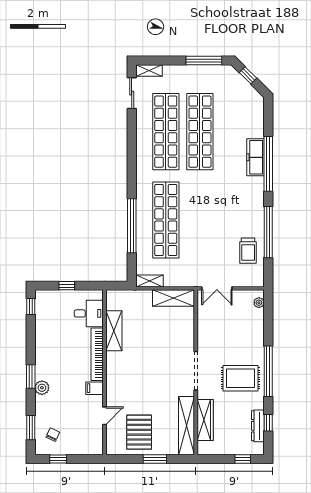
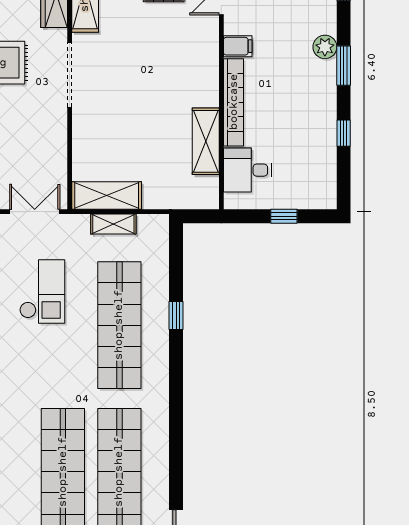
window: (132, 226) -> (176, 315), width x0.32
checkout: (212, 240) -> (42, 291), added
shelving: (150, 281) -> (113, 224), moved
window: (31, 306) -> (344, 133), moved

